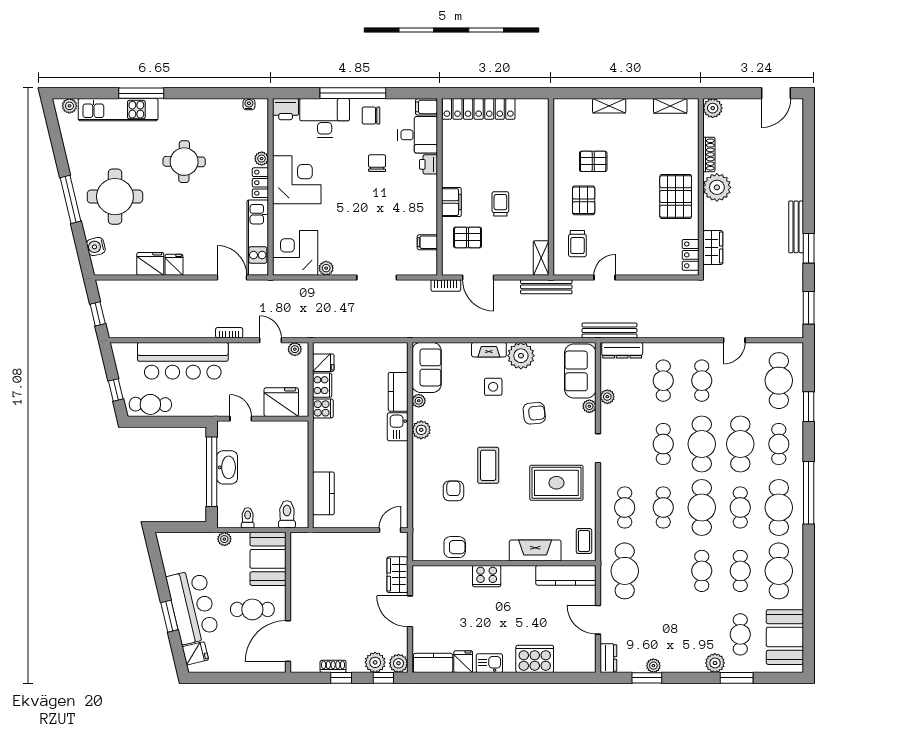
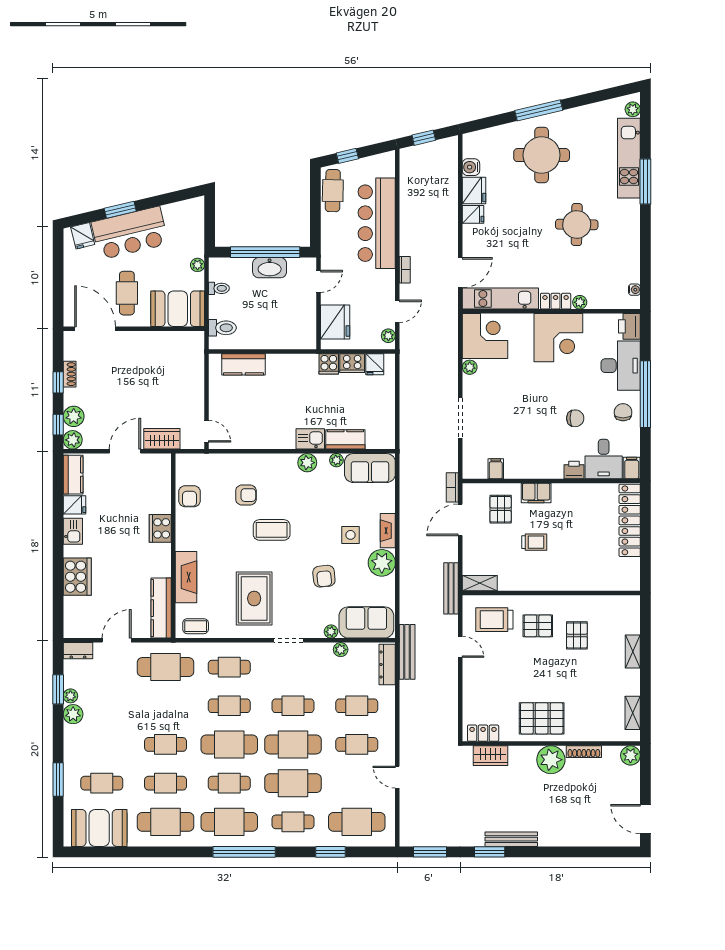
trolley: (577, 244) -> (494, 620), width x1.36, depth x1.39
water cooler: (96, 247) -> (471, 167), moved, turned -77
plant: (715, 663) -> (73, 714), moved

